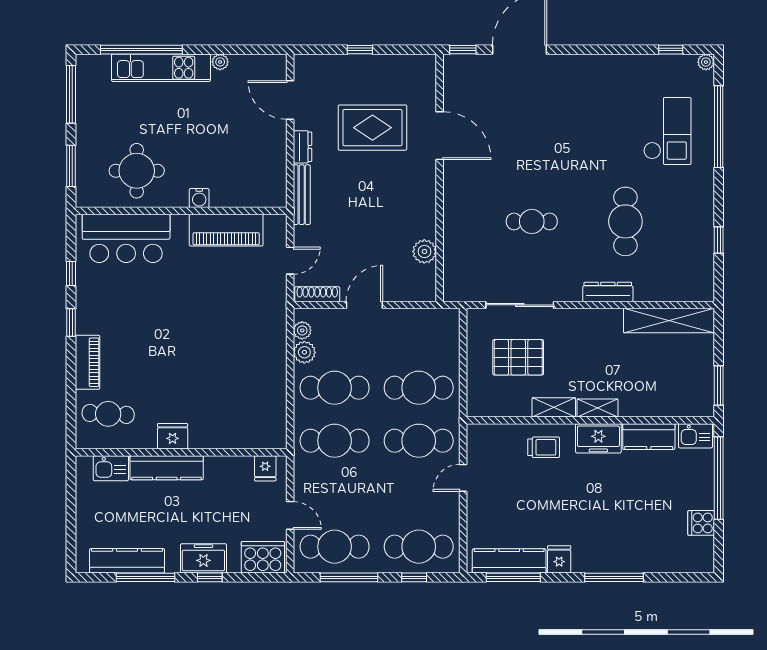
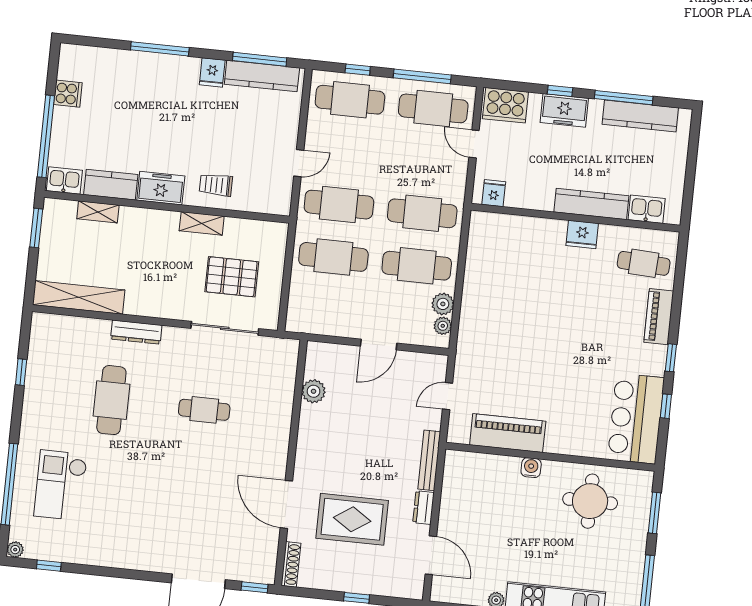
bar counter: (126, 238) -> (636, 418), moved, turned -90
shoe rack: (317, 294) -> (291, 564), moved, turned -90
shelving: (598, 408) -> (98, 212), moved

